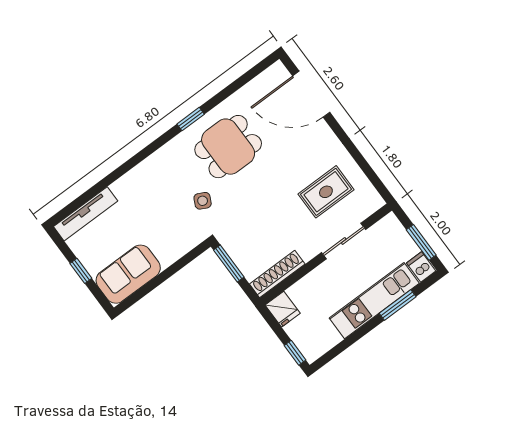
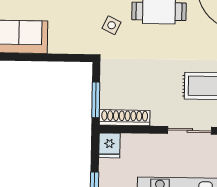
window: (229, 264) -> (96, 100), moved

